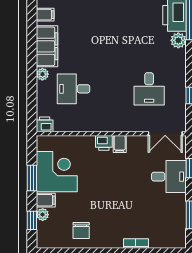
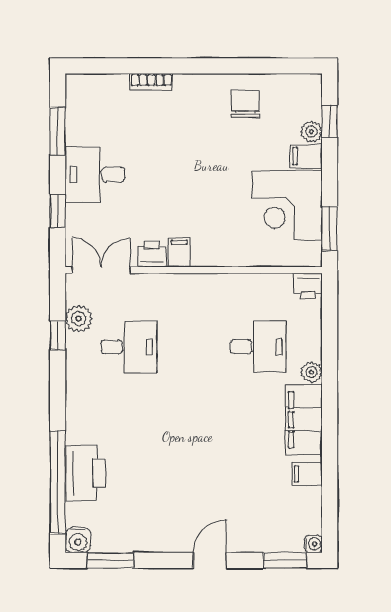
plant: (178, 40) -> (79, 319), moved
desk: (149, 89) -> (129, 347), turned 90
printer: (104, 143) -> (152, 254), moved
desk: (169, 177) -> (95, 175), moved
window: (32, 178) -> (330, 228), moved

